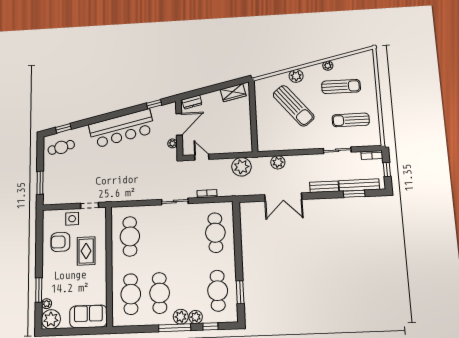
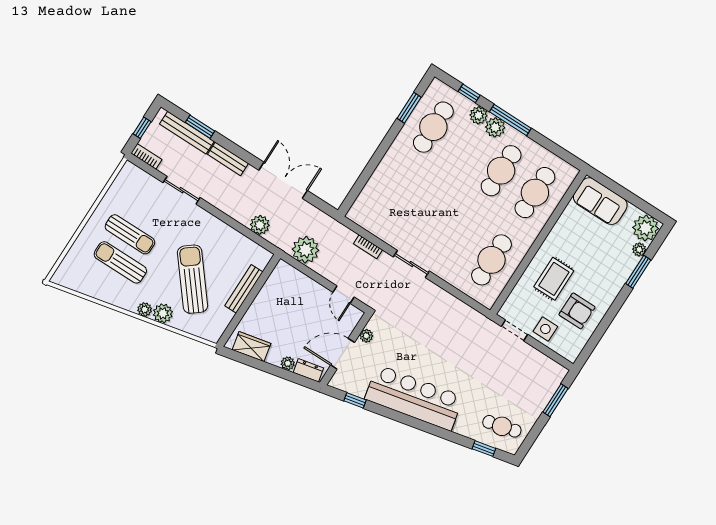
plant: (328, 66) -> (145, 309), moved
plant: (206, 98) -> (288, 363), added
sun lounger: (351, 120) -> (130, 234), moved
bench: (261, 121) -> (244, 289), added
cafe table: (215, 233) -> (390, 194), removed

